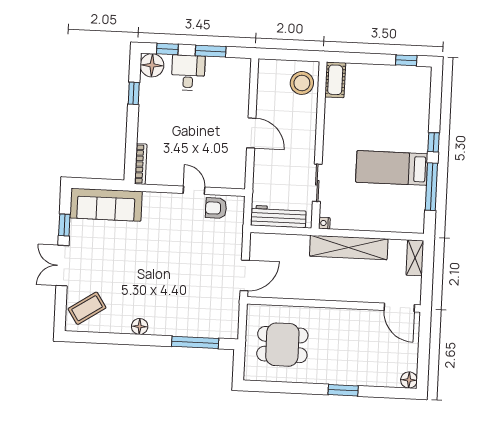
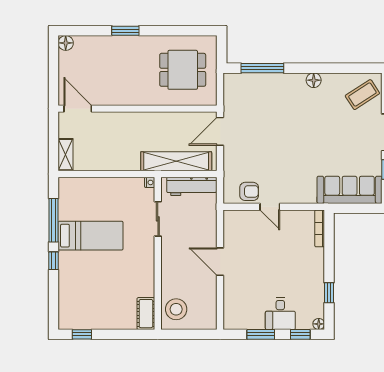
floor lamp: (152, 65) -> (319, 324), width x0.53, depth x0.53
shelving: (349, 247) -> (176, 161), moved

